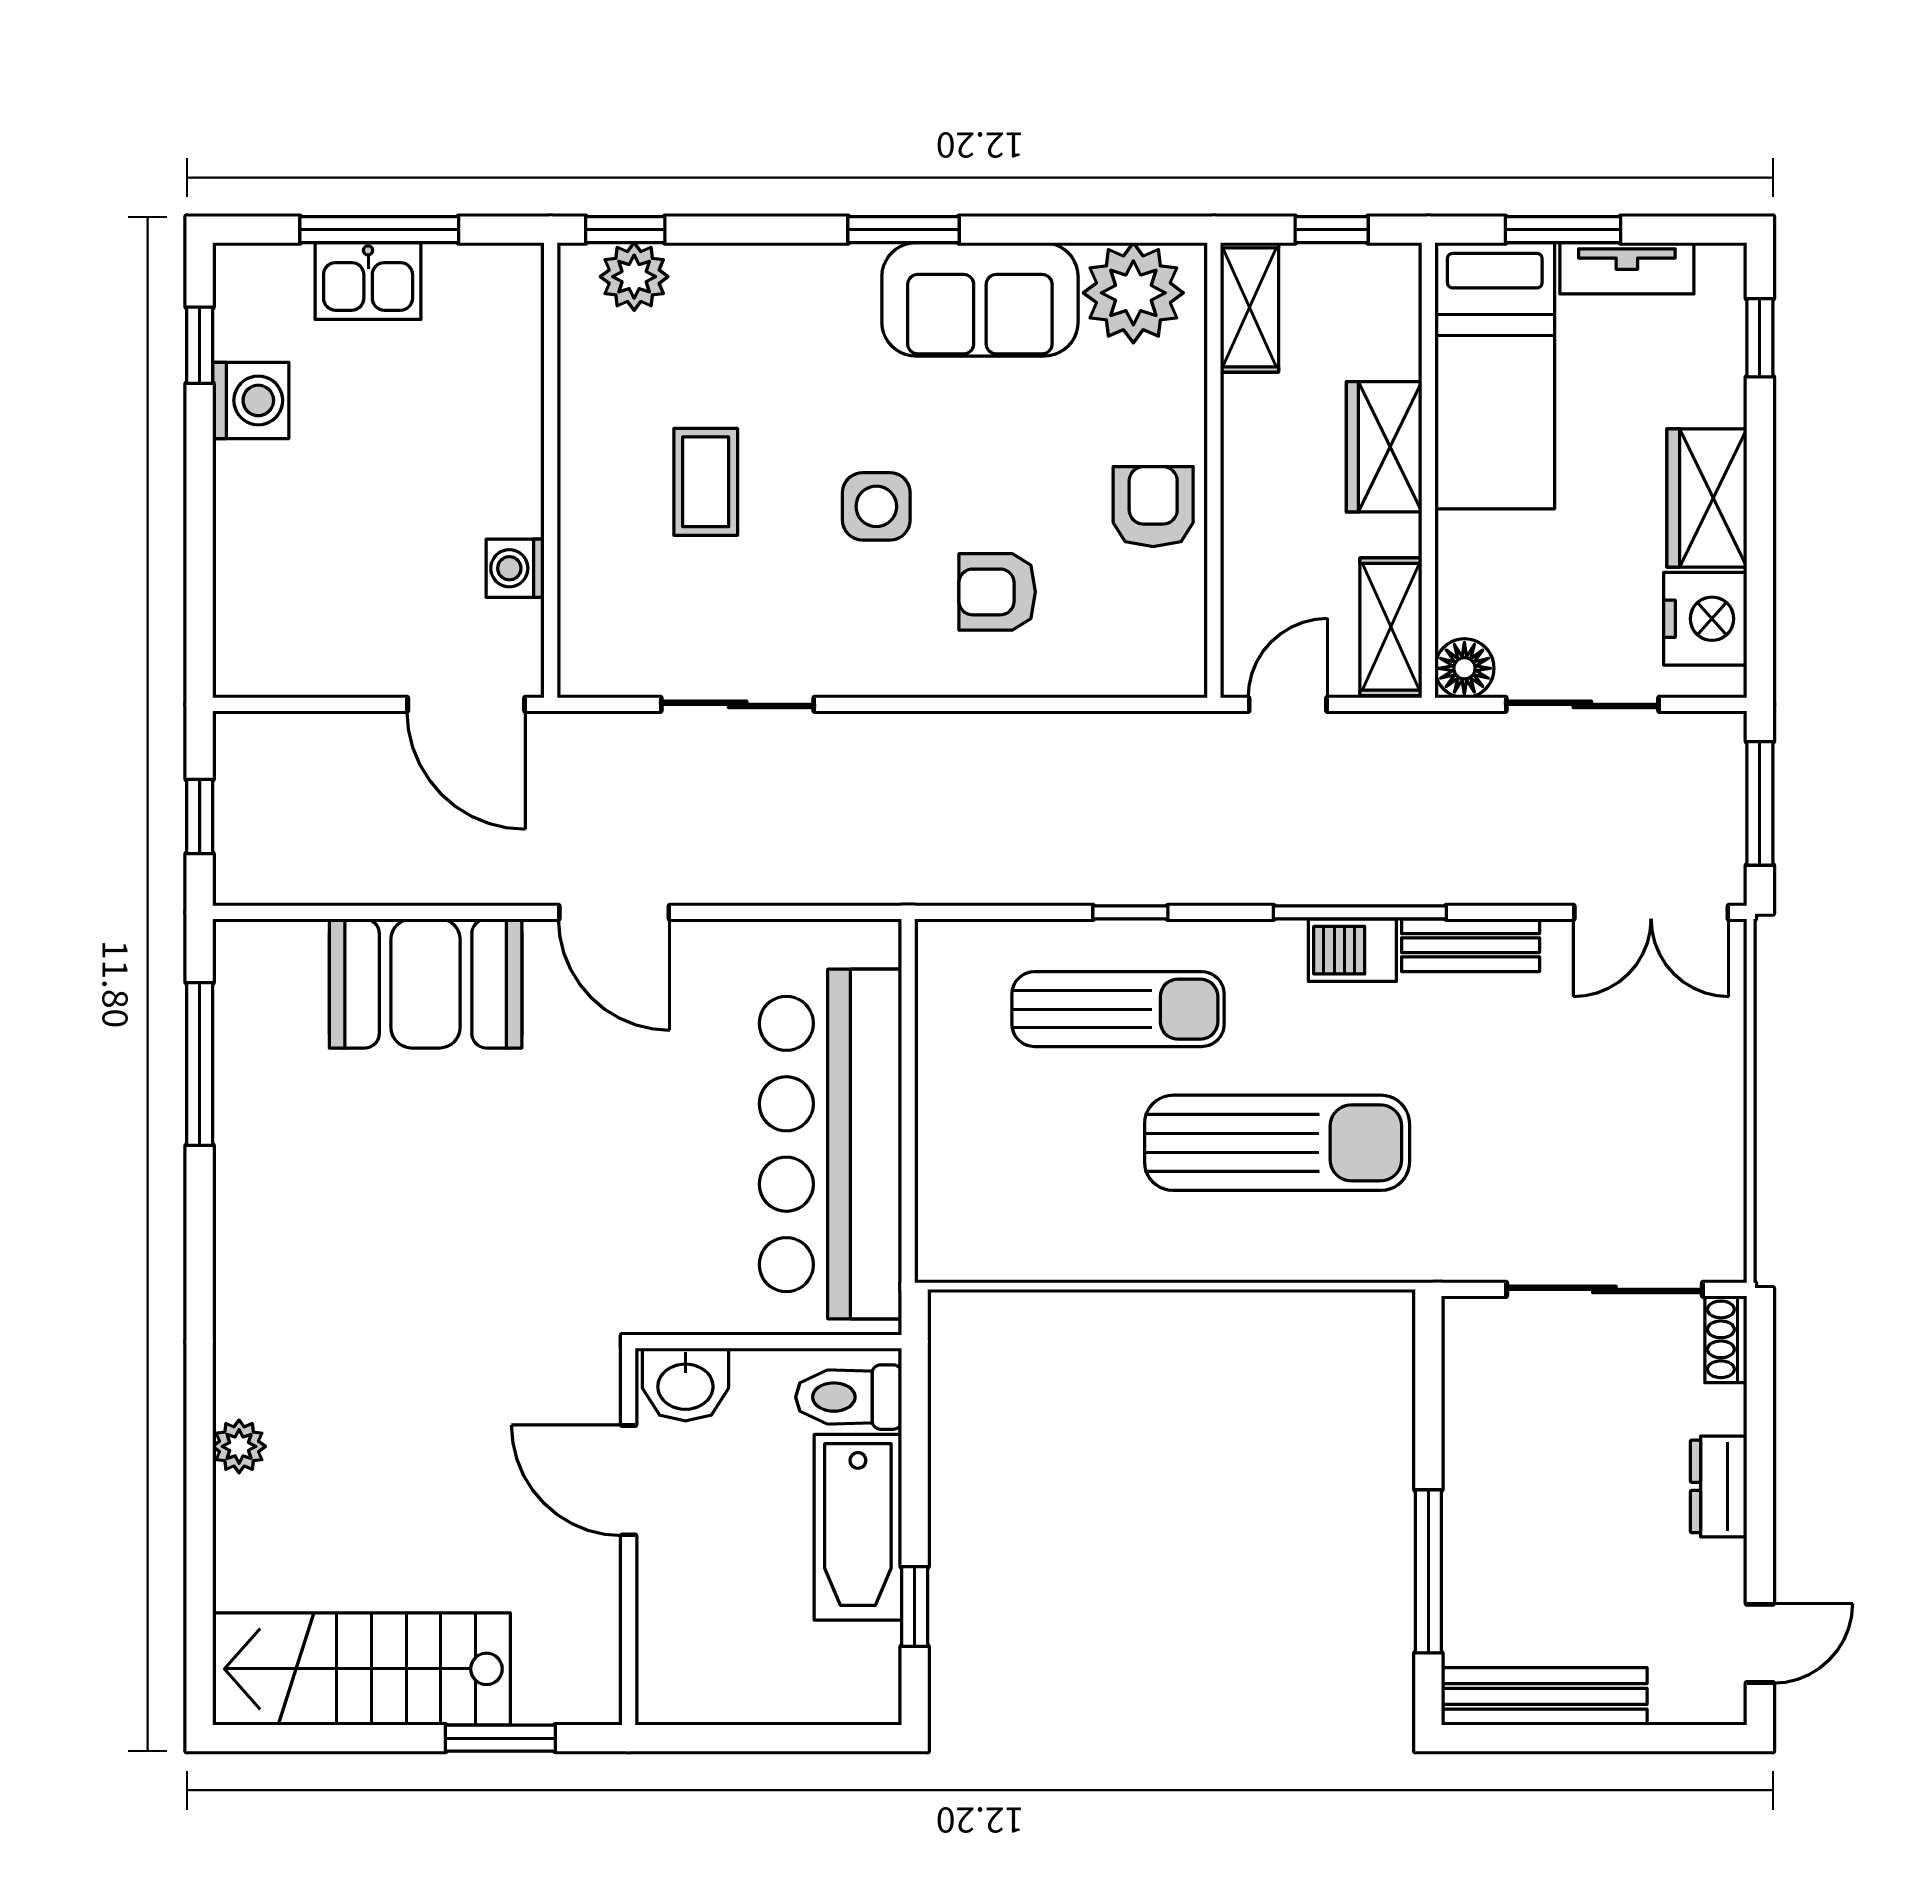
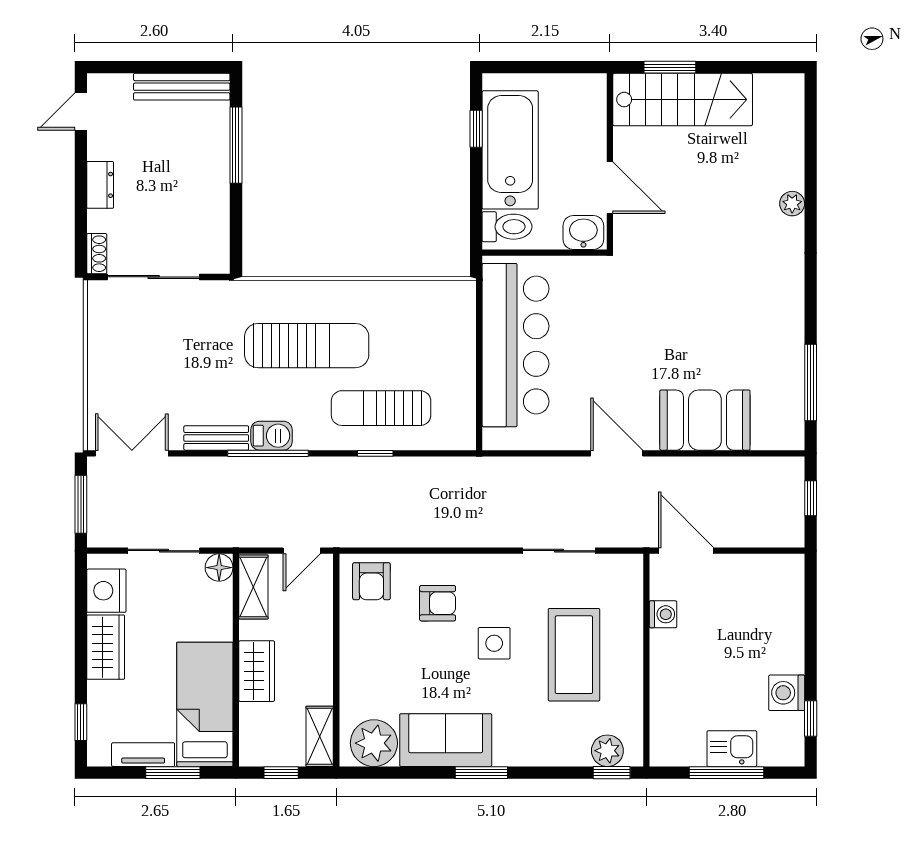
coffee table: (706, 482) -> (574, 655), width x1.86, depth x1.72
armchair: (1153, 507) -> (371, 581), moved
sun lounger: (1277, 1143) -> (307, 346), turned 180
bathtub: (858, 1527) -> (510, 150), width x1.36, depth x1.36
stairs: (361, 1669) -> (683, 100), moved

